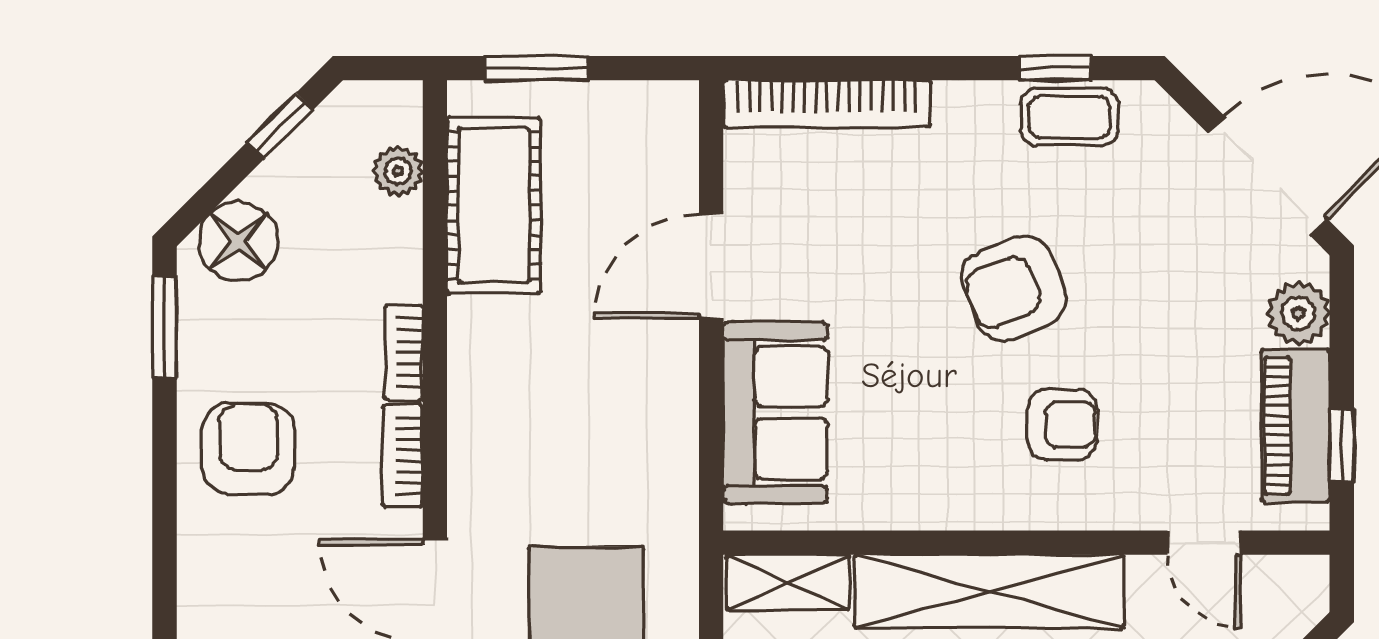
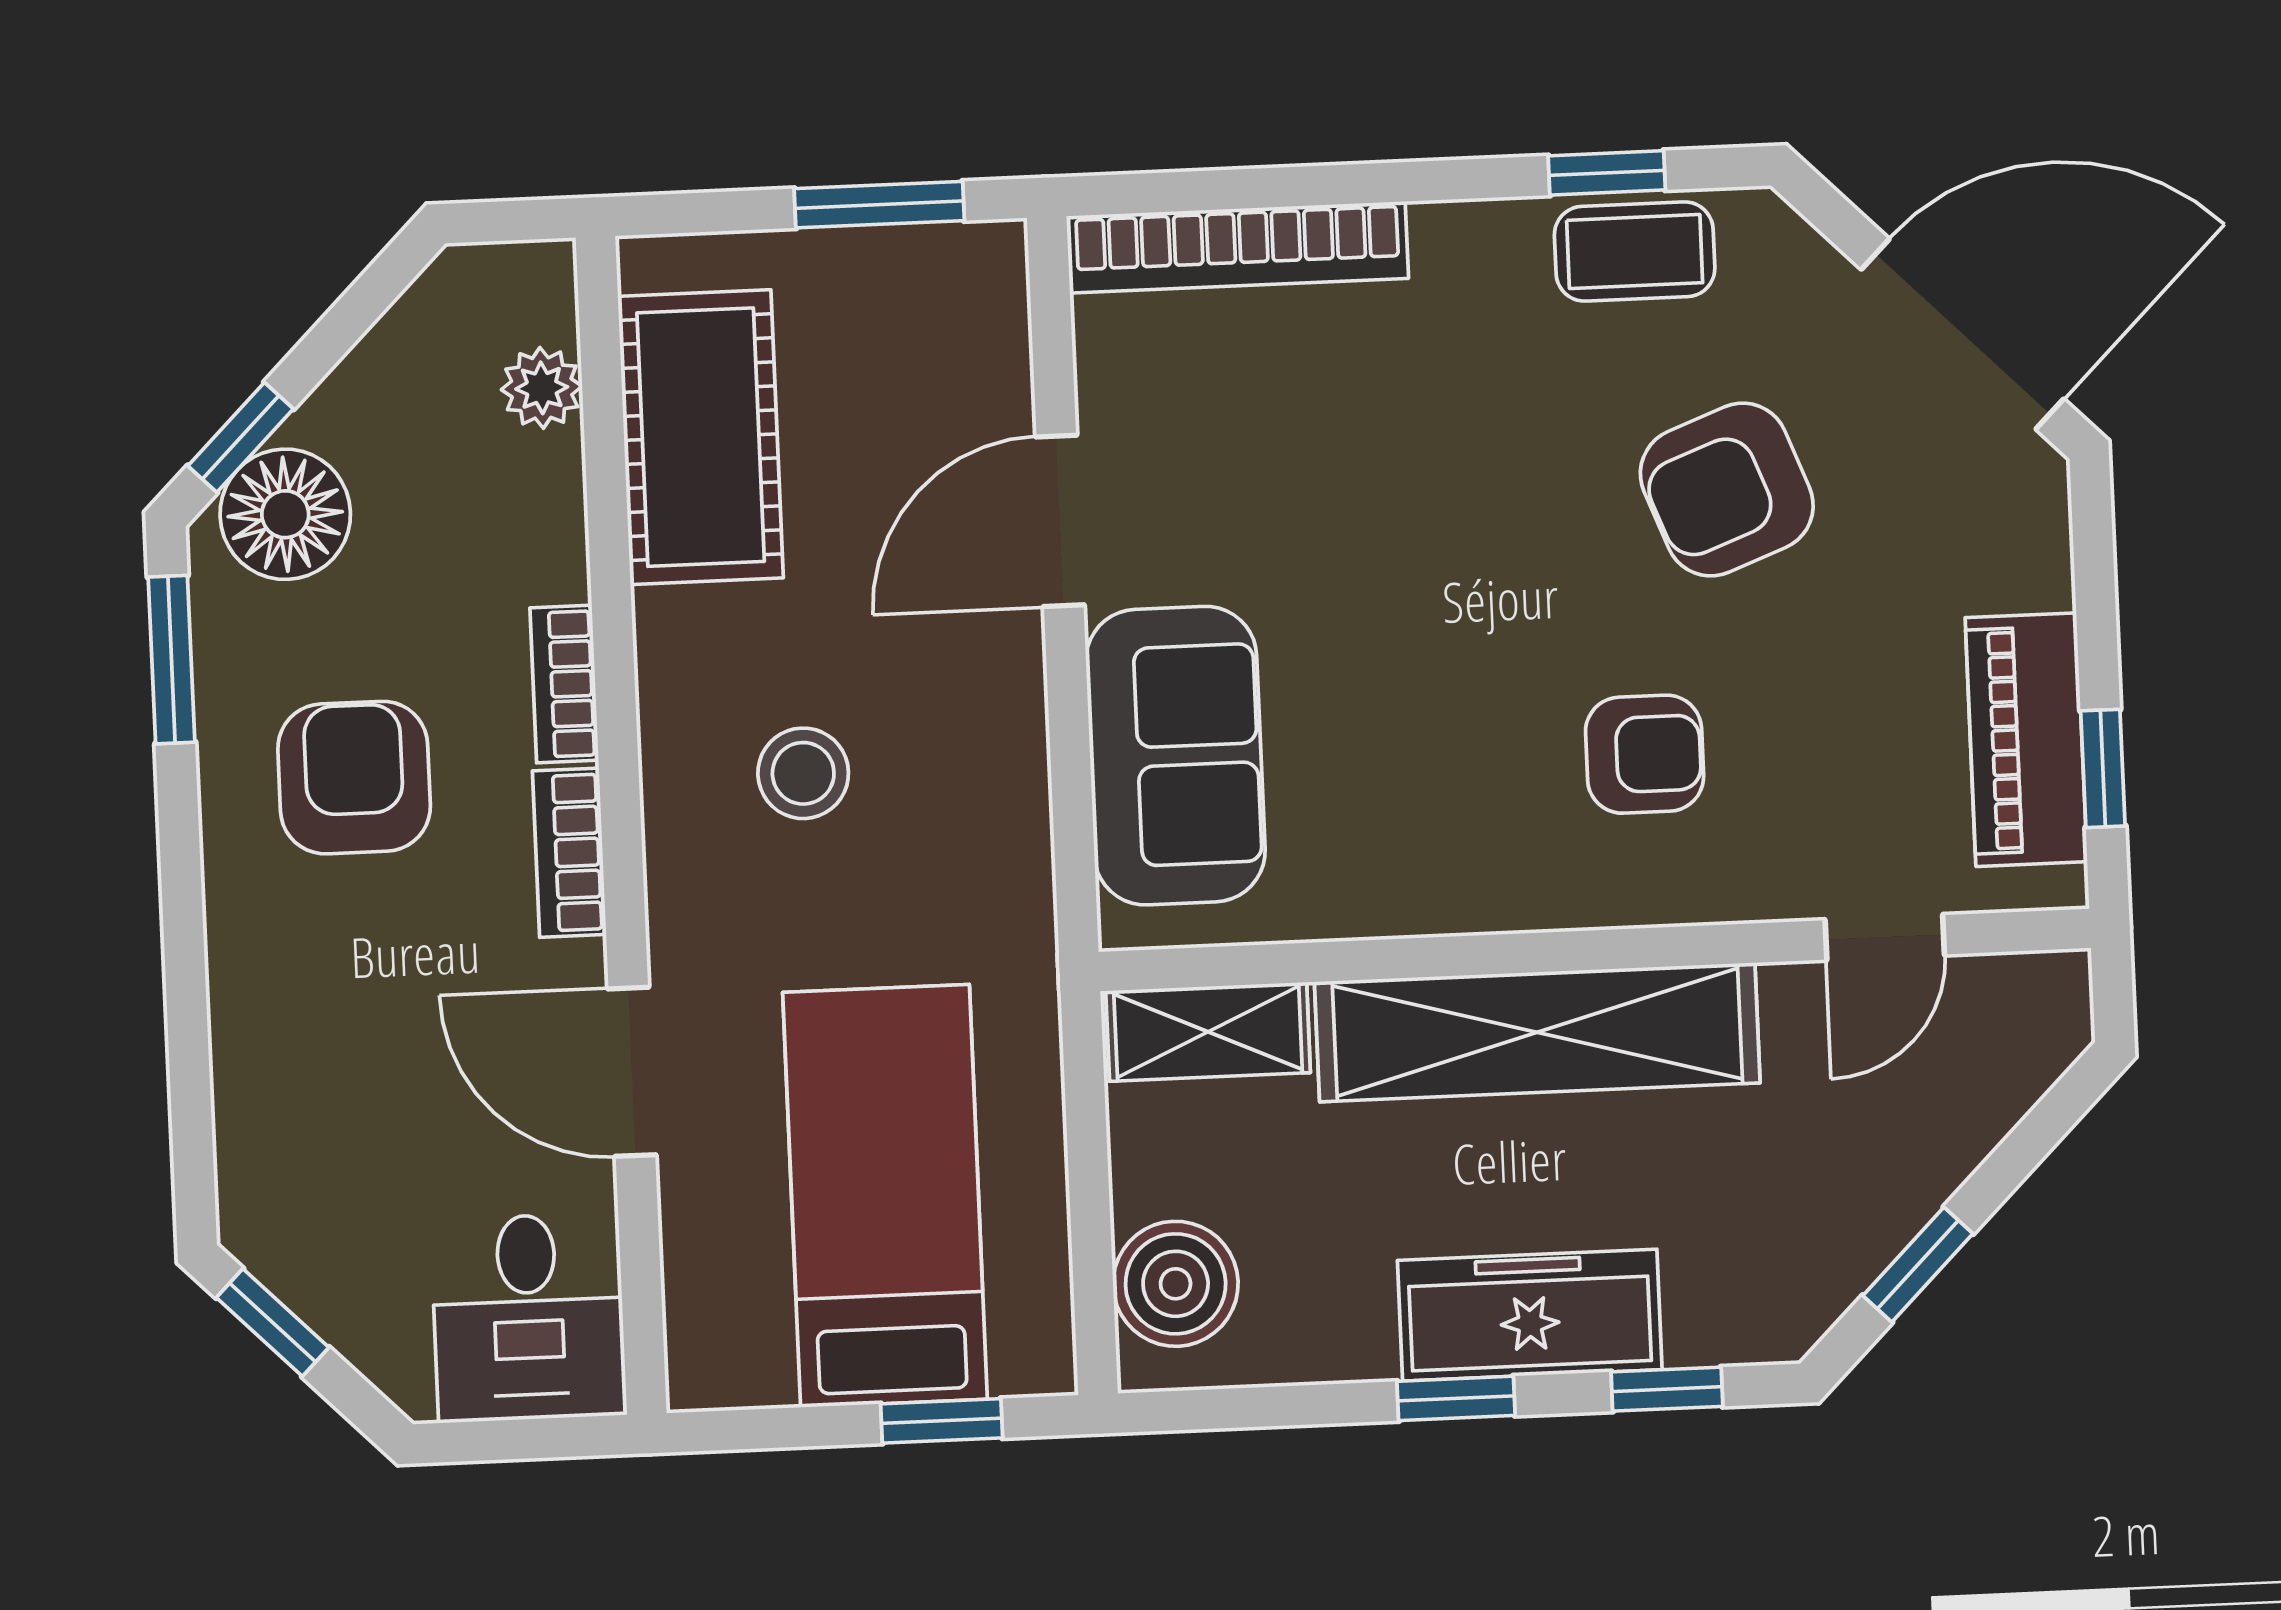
window: (536, 68) -> (879, 205), moved
window: (280, 126) -> (241, 437), moved
armchair: (1014, 288) -> (1727, 490), moved
plant: (1298, 313) -> (2023, 556), removed
stool: (547, 414) -> (803, 773), added
armchair: (248, 448) -> (354, 778), moved
door: (1204, 543) -> (1885, 937), hinge flipped

